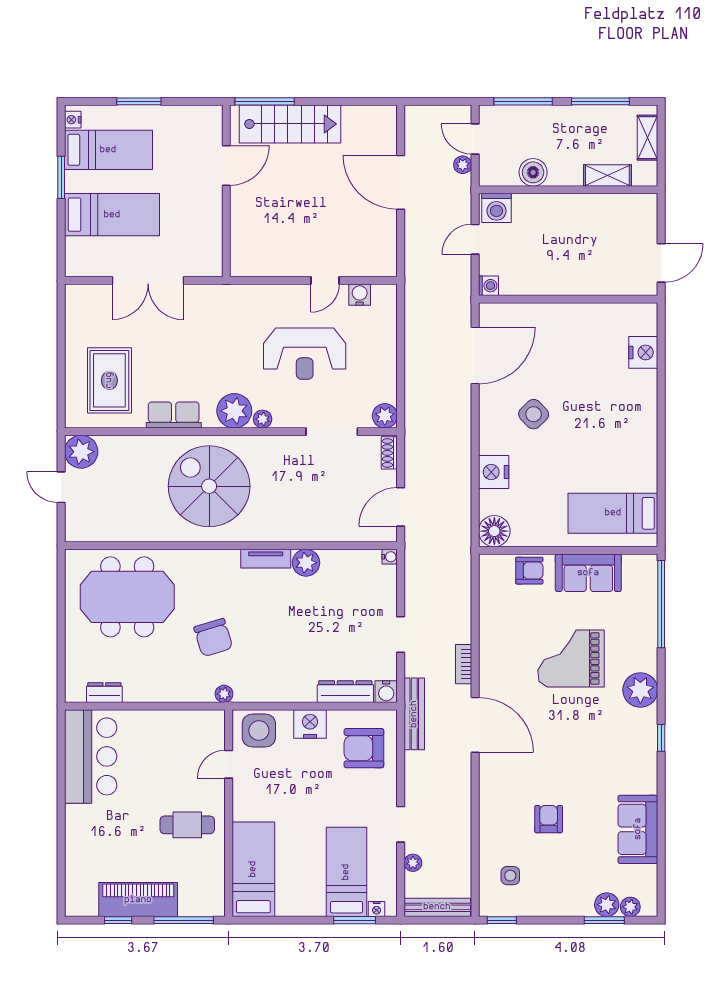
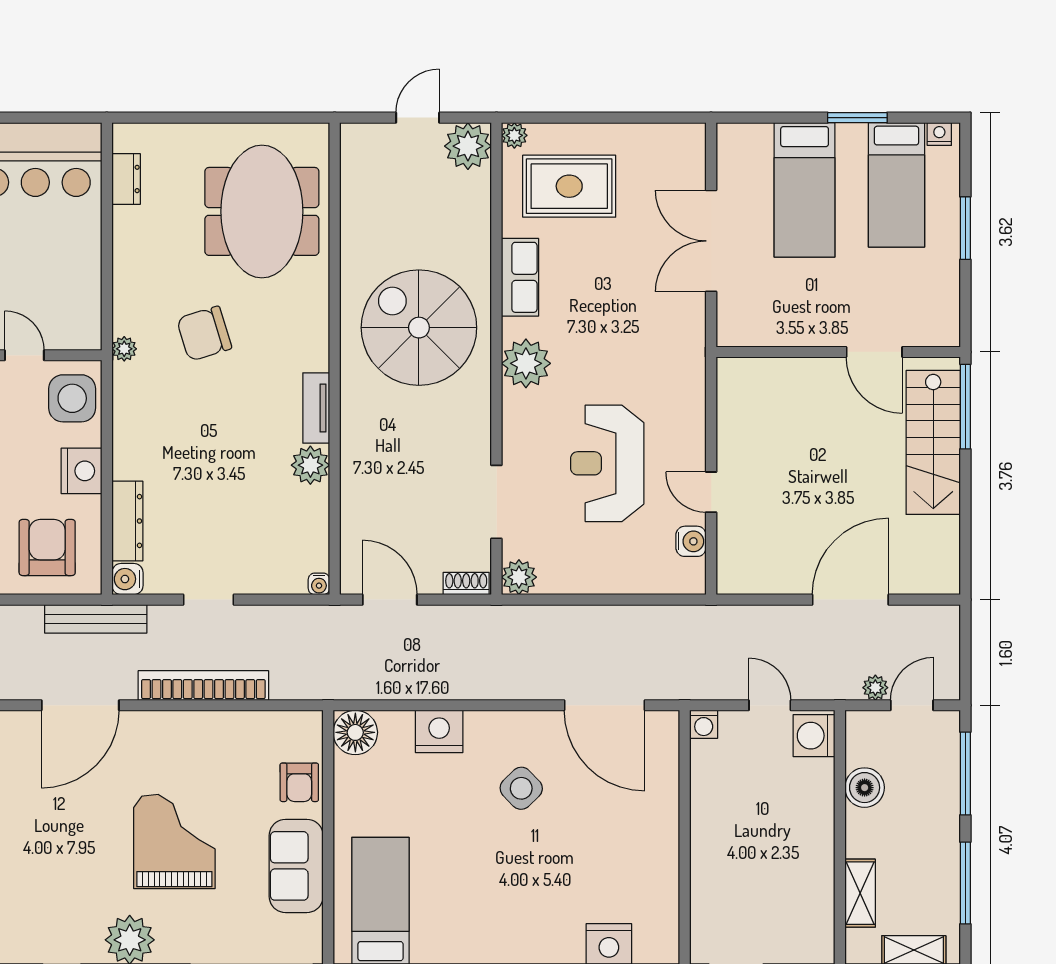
plant: (263, 419) -> (514, 135), moved
spiral stairs: (209, 486) -> (419, 328), turned -90
bookcase: (464, 664) -> (203, 686), width x2.31, depth x1.31

